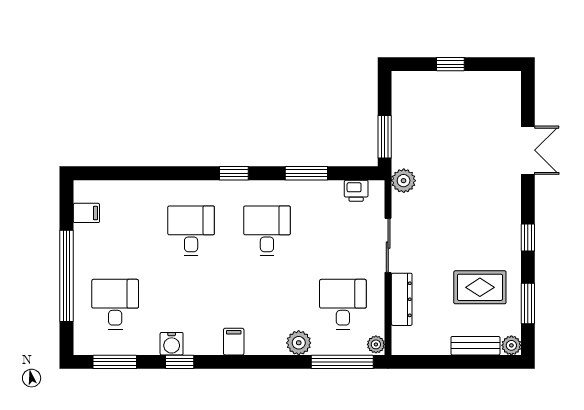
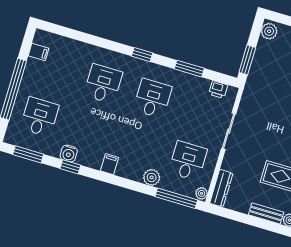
plant: (404, 181) -> (269, 31), moved
dresser: (402, 299) -> (221, 188), moved

